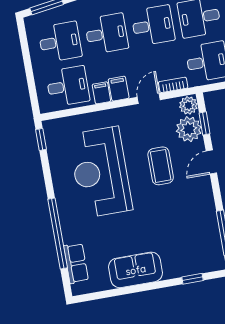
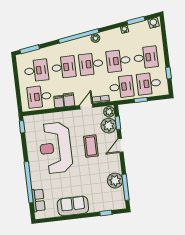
desk: (153, 26) -> (91, 64), turned 180
desk: (68, 86) -> (39, 97), turned 180
plant: (205, 222) -> (115, 181), added

